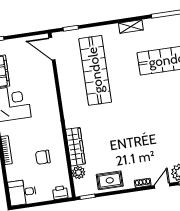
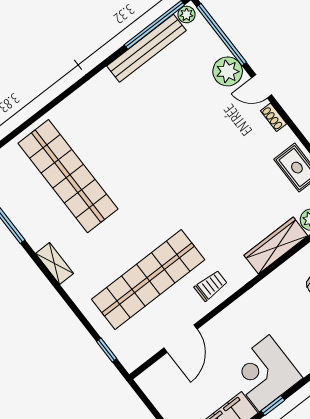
door: (52, 49) -> (181, 339), moved
trolley: (74, 101) -> (211, 286), added

